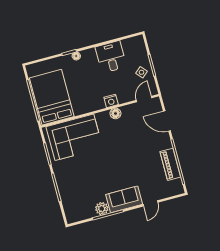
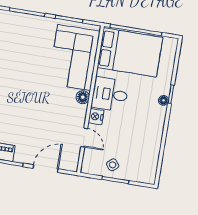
desk: (111, 57) -> (110, 94), moved, turned 180
door: (144, 99) -> (84, 137), moved
floor lamp: (115, 113) -> (83, 97), moved

